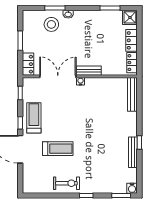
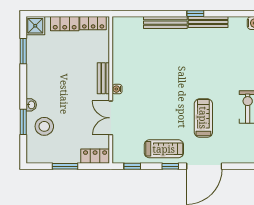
double door: (58, 76) -> (111, 118), width x0.73
bench: (132, 94) -> (165, 23), moved
treadmill: (34, 118) -> (164, 149), turned 180

